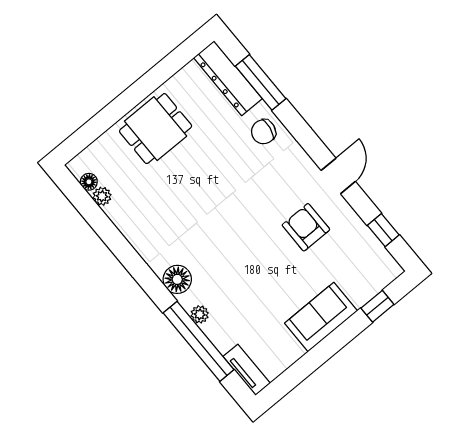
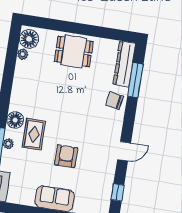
floor lamp: (89, 182) -> (29, 39), width x1.89, depth x1.89
armchair: (306, 227) -> (66, 156), moved
rug: (216, 271) -> (34, 134), added

